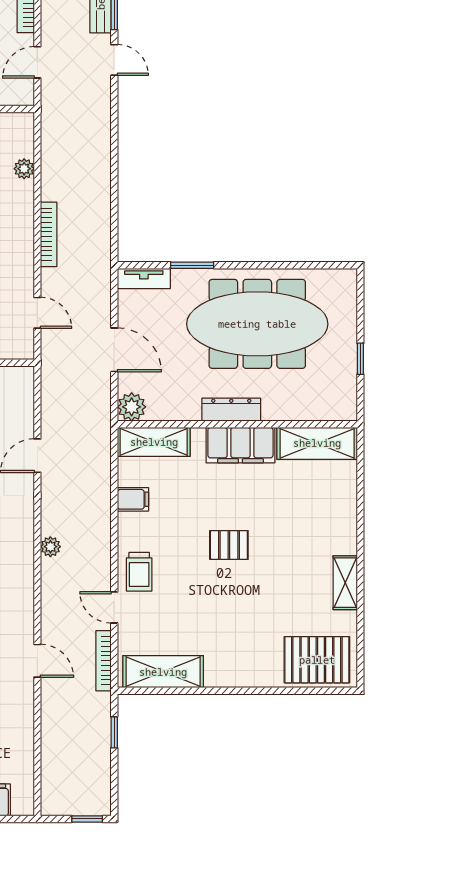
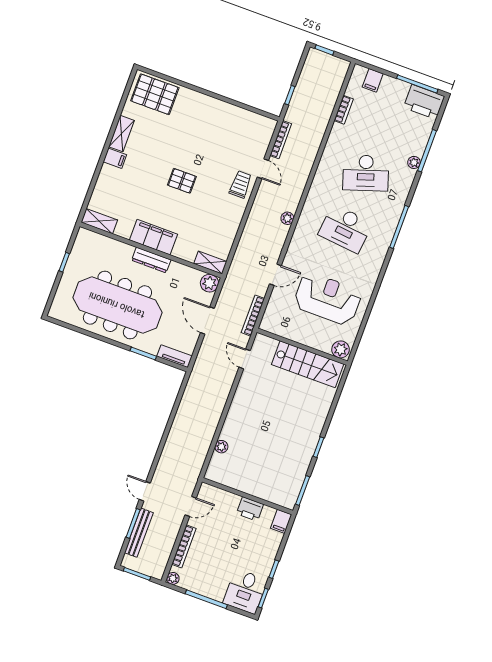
bookcase: (49, 234) -> (253, 316), moved
shelving: (154, 442) -> (210, 263), width x0.67, depth x0.75
shelving: (317, 443) -> (99, 221), width x0.67, depth x0.75
filing cabinet: (133, 499) -> (115, 158), moved, turned 180
door: (37, 661) -> (320, 154), removed
shelving: (163, 672) -> (248, 120), removed
bookcase: (26, 740) -> (344, 110), added

